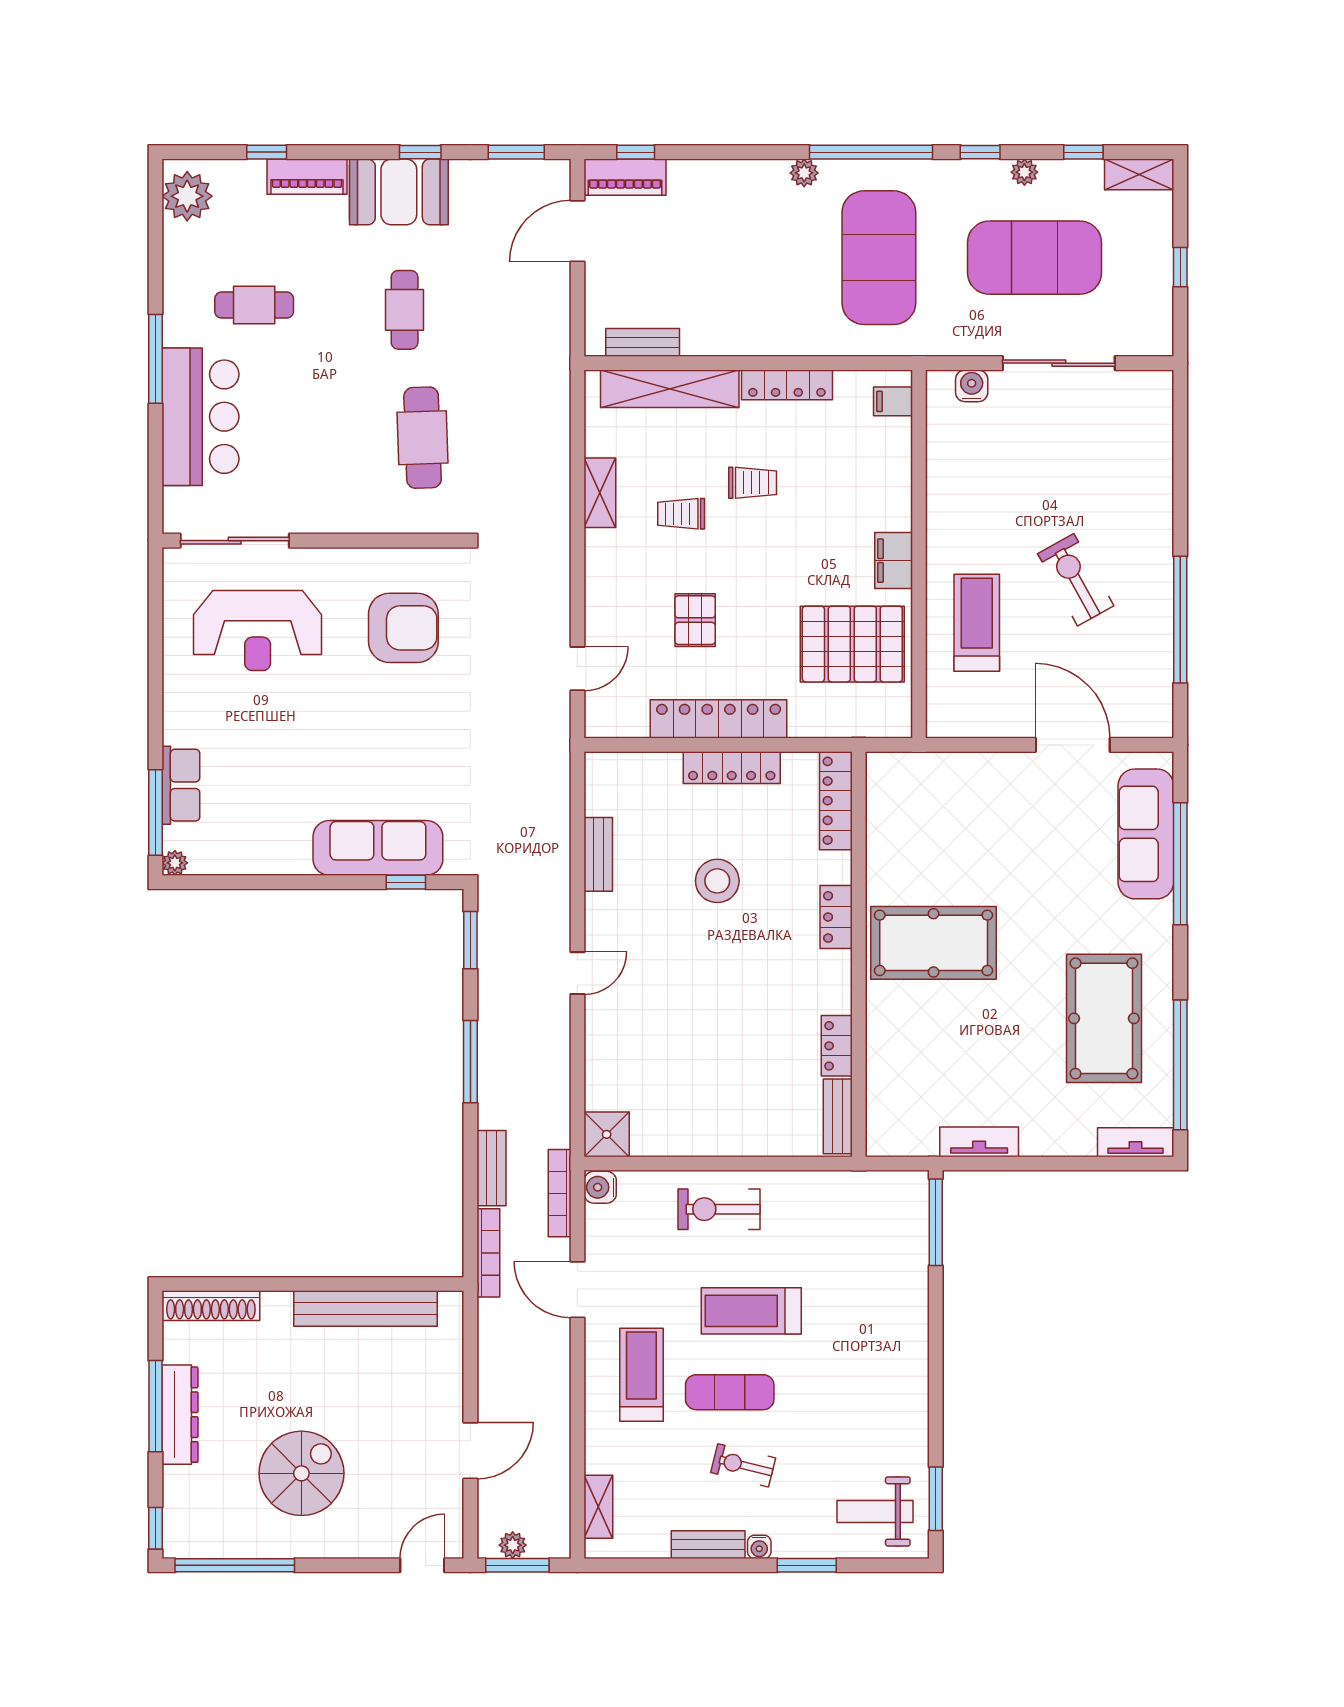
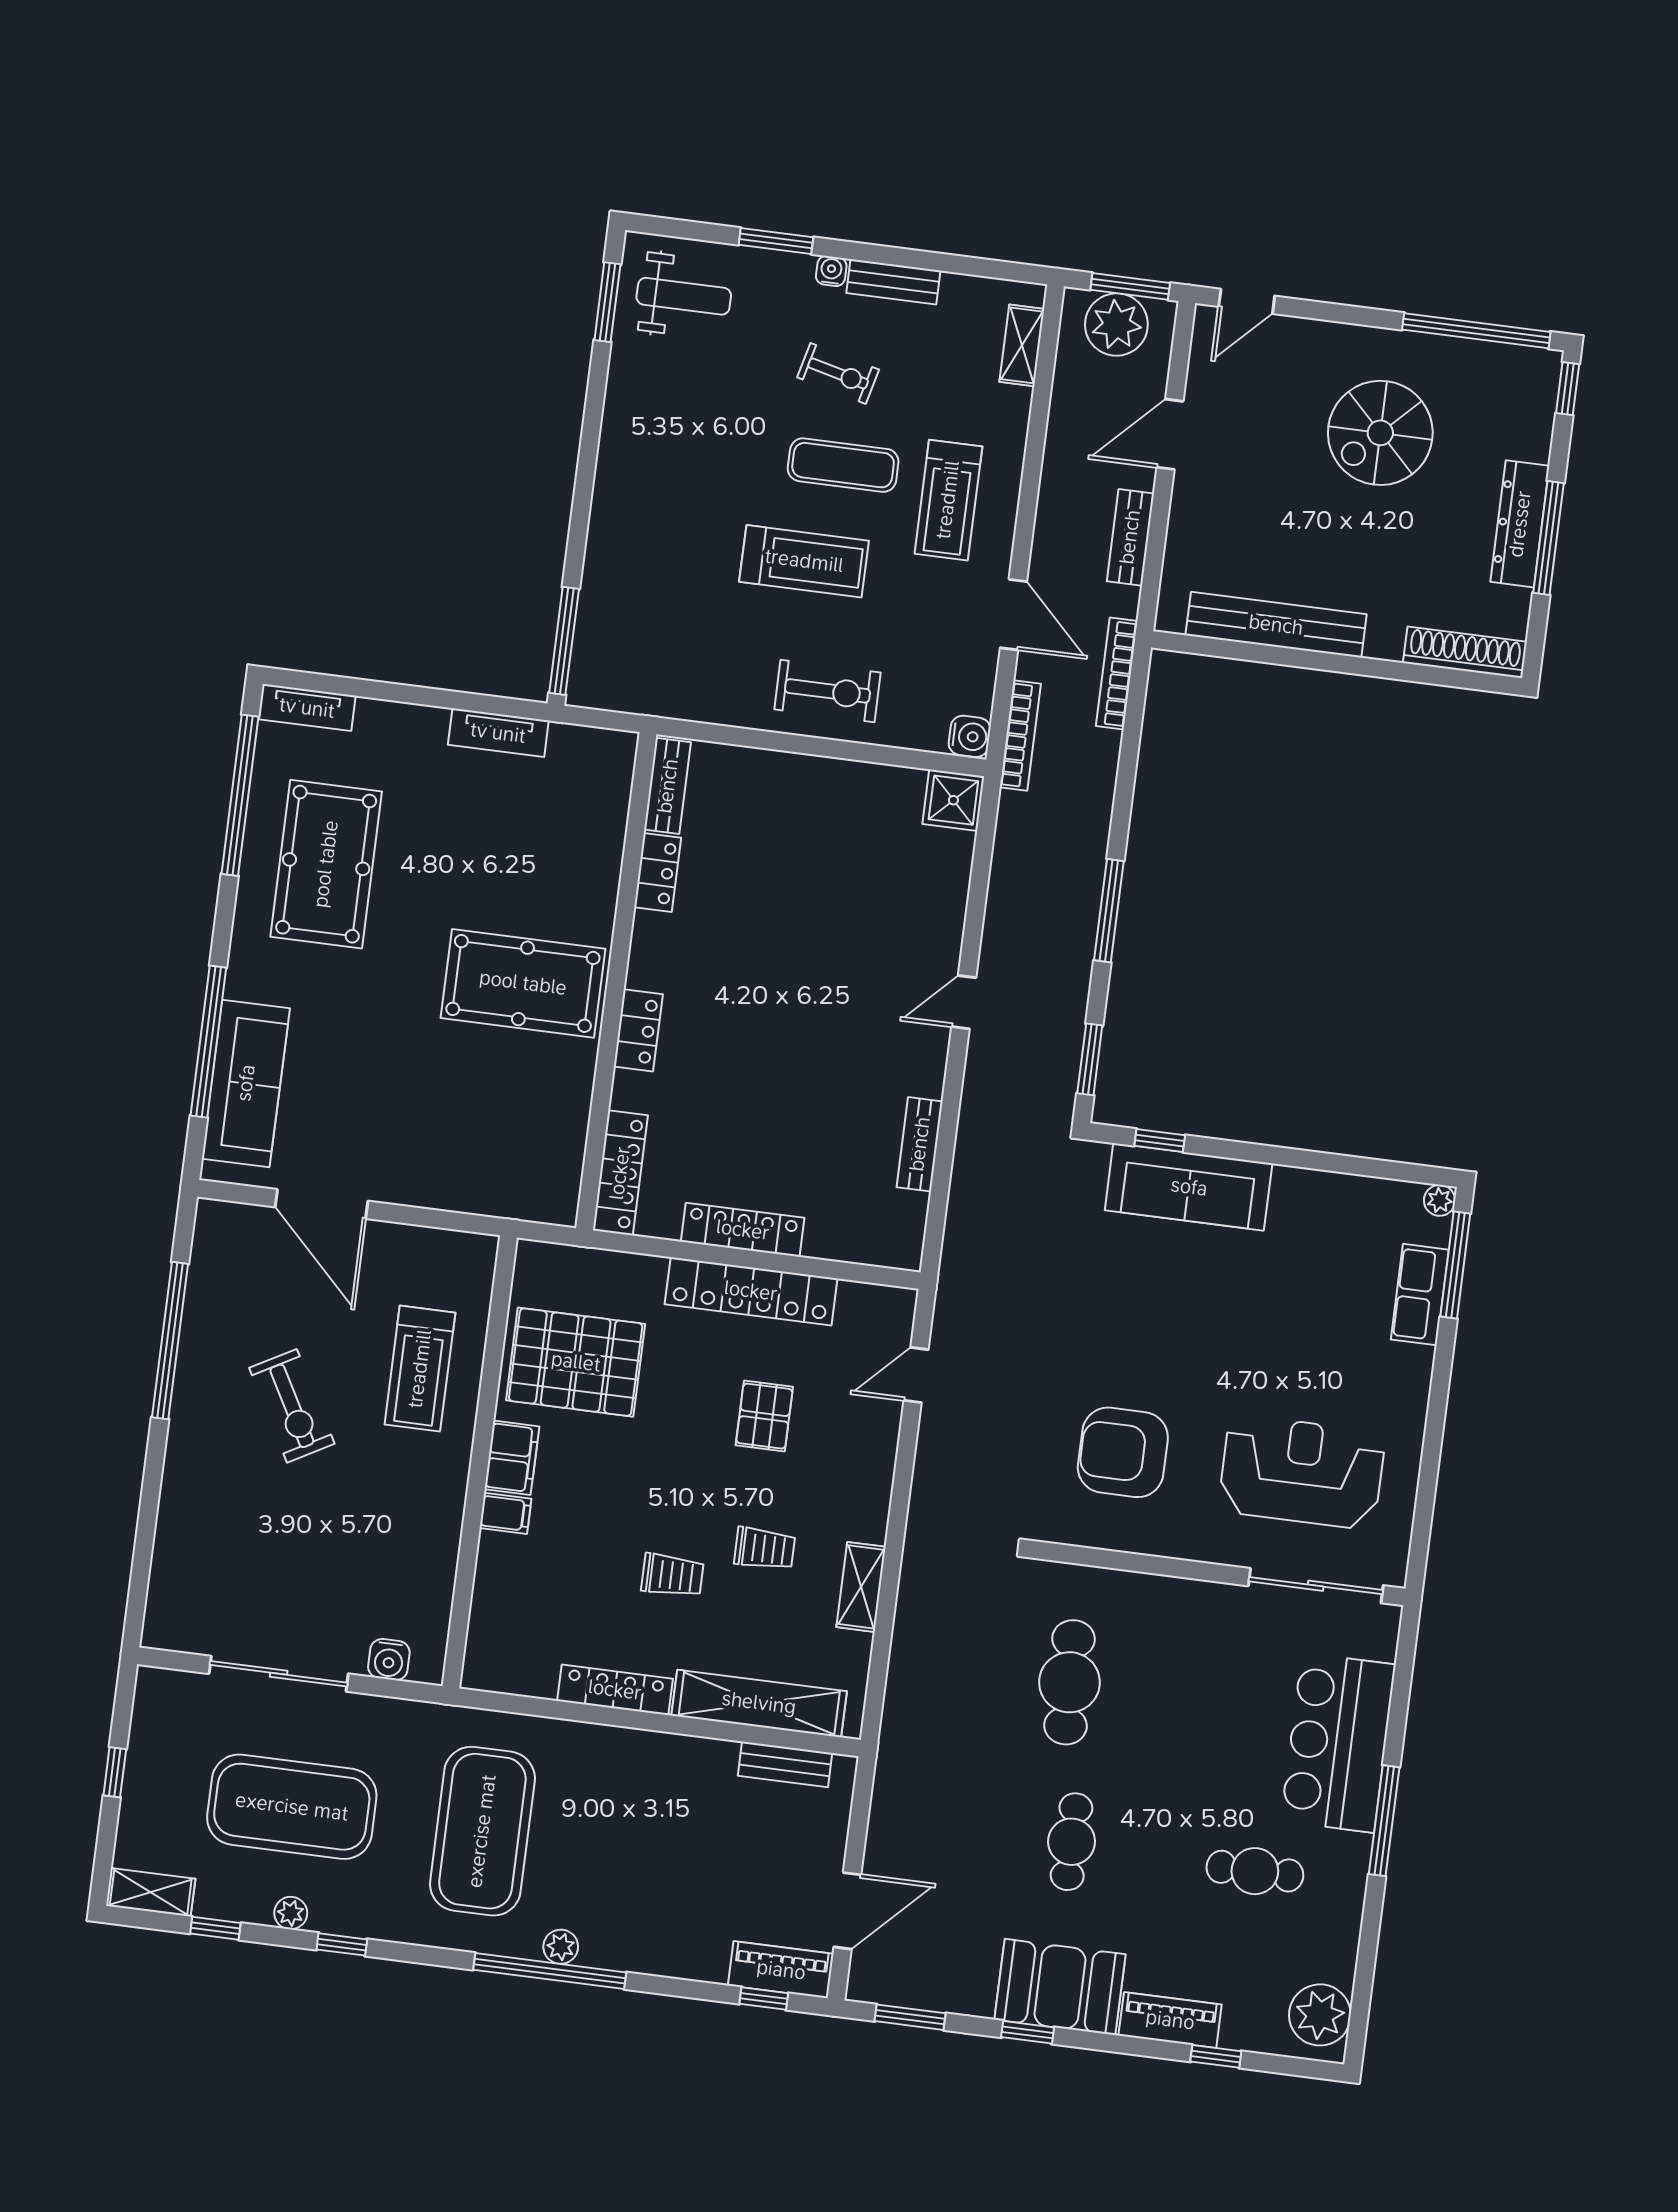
window: (871, 152) -> (550, 1971), moved
filing cabinet: (893, 401) -> (505, 1513), moved
trolley: (753, 483) -> (672, 1575), turned 180
stool: (717, 881) -> (778, 1093), removed
bench: (491, 1168) -> (1130, 537), moved
plant: (513, 1545) -> (1116, 325), width x1.87, depth x1.87

